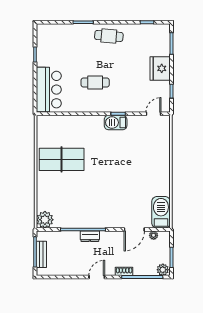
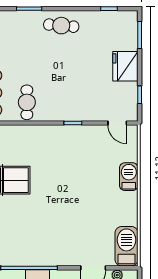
cafe table: (95, 82) -> (27, 102), moved, turned 90
door: (154, 114) -> (117, 123), swing flipped
barbecue: (116, 123) -> (129, 177), moved, turned 90

